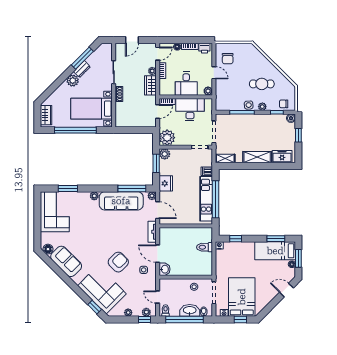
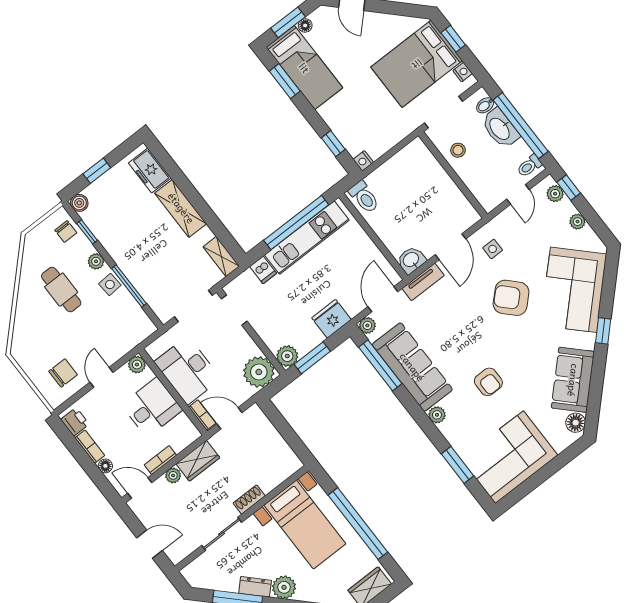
armchair: (92, 227) -> (488, 382), added
toilet: (205, 247) -> (364, 197), moved
washbasin: (165, 269) -> (411, 260), moved
window: (95, 307) -> (603, 331), moved

